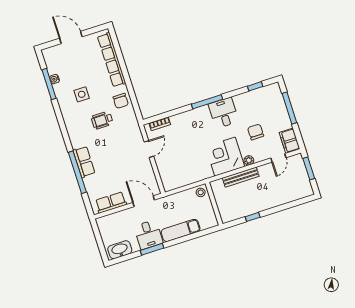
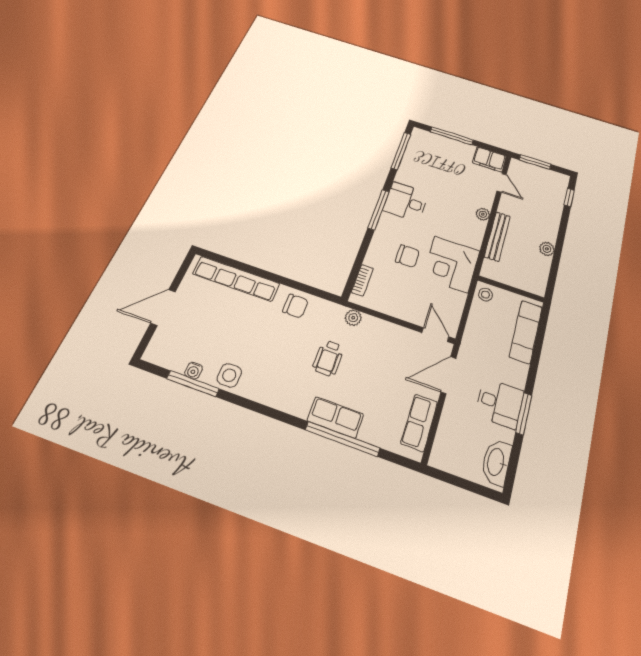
window: (255, 86) -> (401, 151), width x2.17
side table: (82, 94) -> (229, 375), moved
wheelchair: (102, 120) -> (328, 358), moved
chair: (256, 132) -> (407, 256), moved, turned 180
plant: (137, 134) -> (353, 318), added
door: (149, 149) -> (435, 335), moved
corner desk: (225, 157) -> (451, 264), moved
plant: (254, 209) -> (547, 249), added
window: (253, 217) -> (569, 197), moved
exam couch: (181, 230) -> (526, 332), moved

